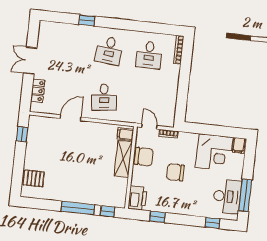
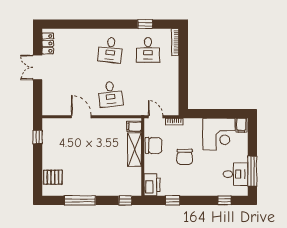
window: (87, 20) -> (145, 24), moved
locker: (38, 91) -> (48, 43), moved
door: (71, 118) -> (81, 117), hinge flipped
chair: (175, 172) -> (185, 157), turned -90
desk: (227, 196) -> (236, 174), width x0.73
window: (78, 208) -> (80, 200), moved

